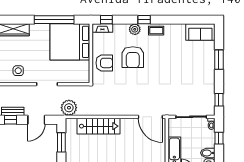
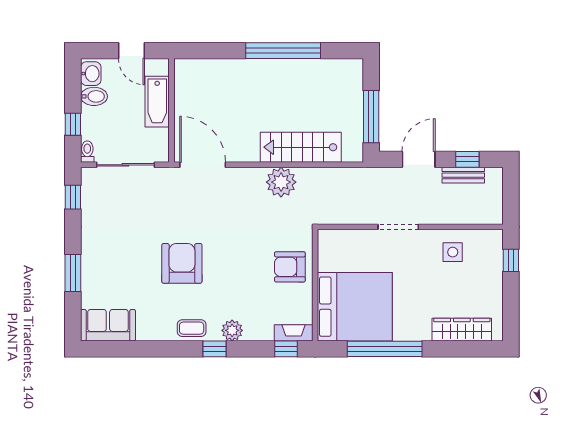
armchair: (133, 57) -> (182, 263), moved
plant: (69, 108) -> (281, 182), moved
window: (61, 142) -> (371, 117), width x1.44

